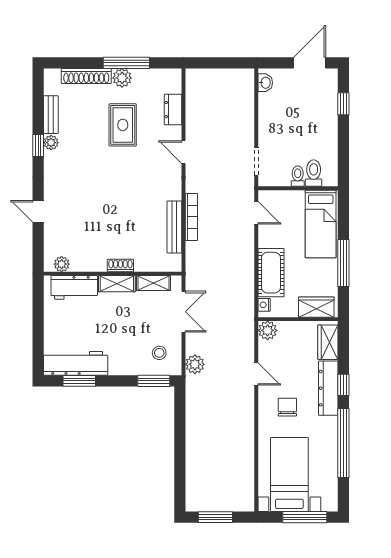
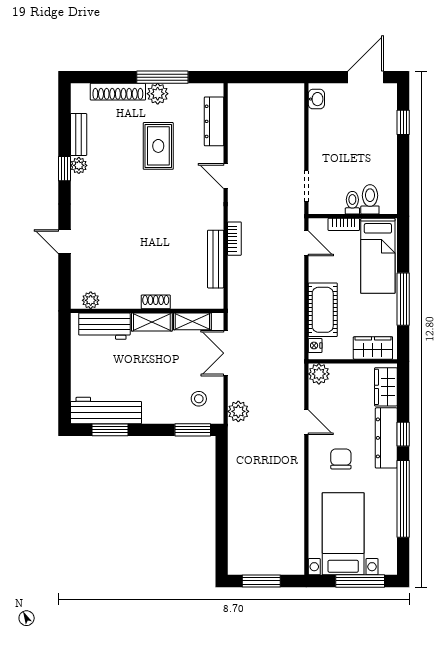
dresser: (173, 110) -> (214, 121), width x1.44
bookcase: (290, 196) -> (344, 224), added
bookcase: (191, 217) -> (234, 239), width x0.64
double door: (184, 312) -> (226, 353), swing flipped

